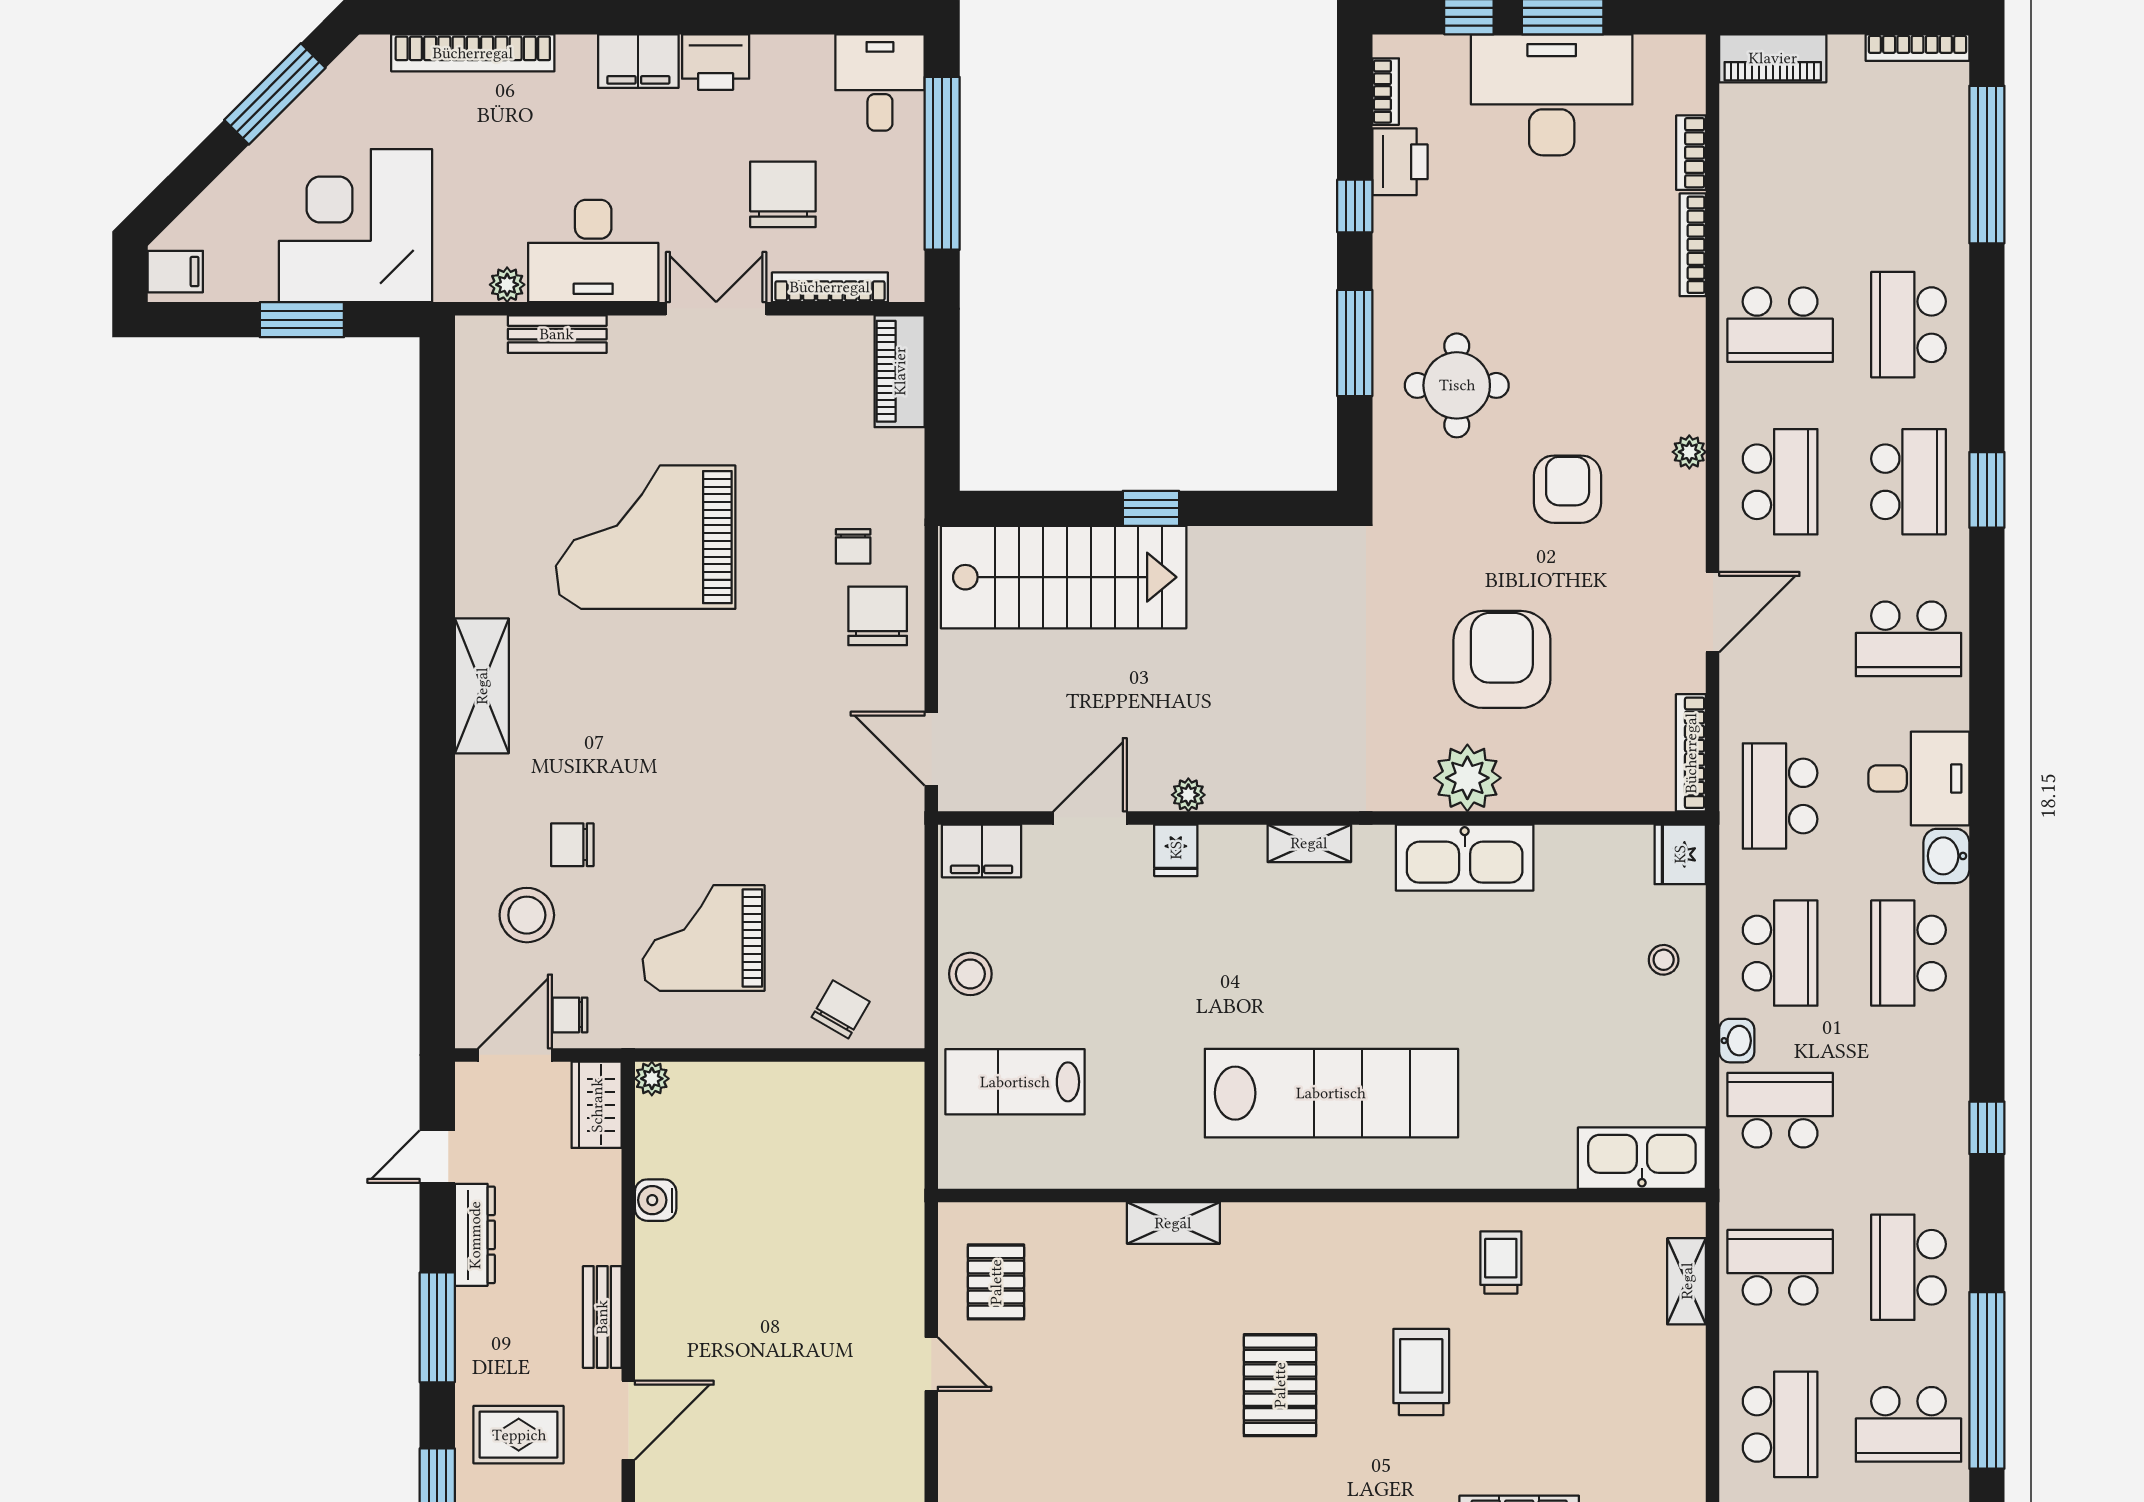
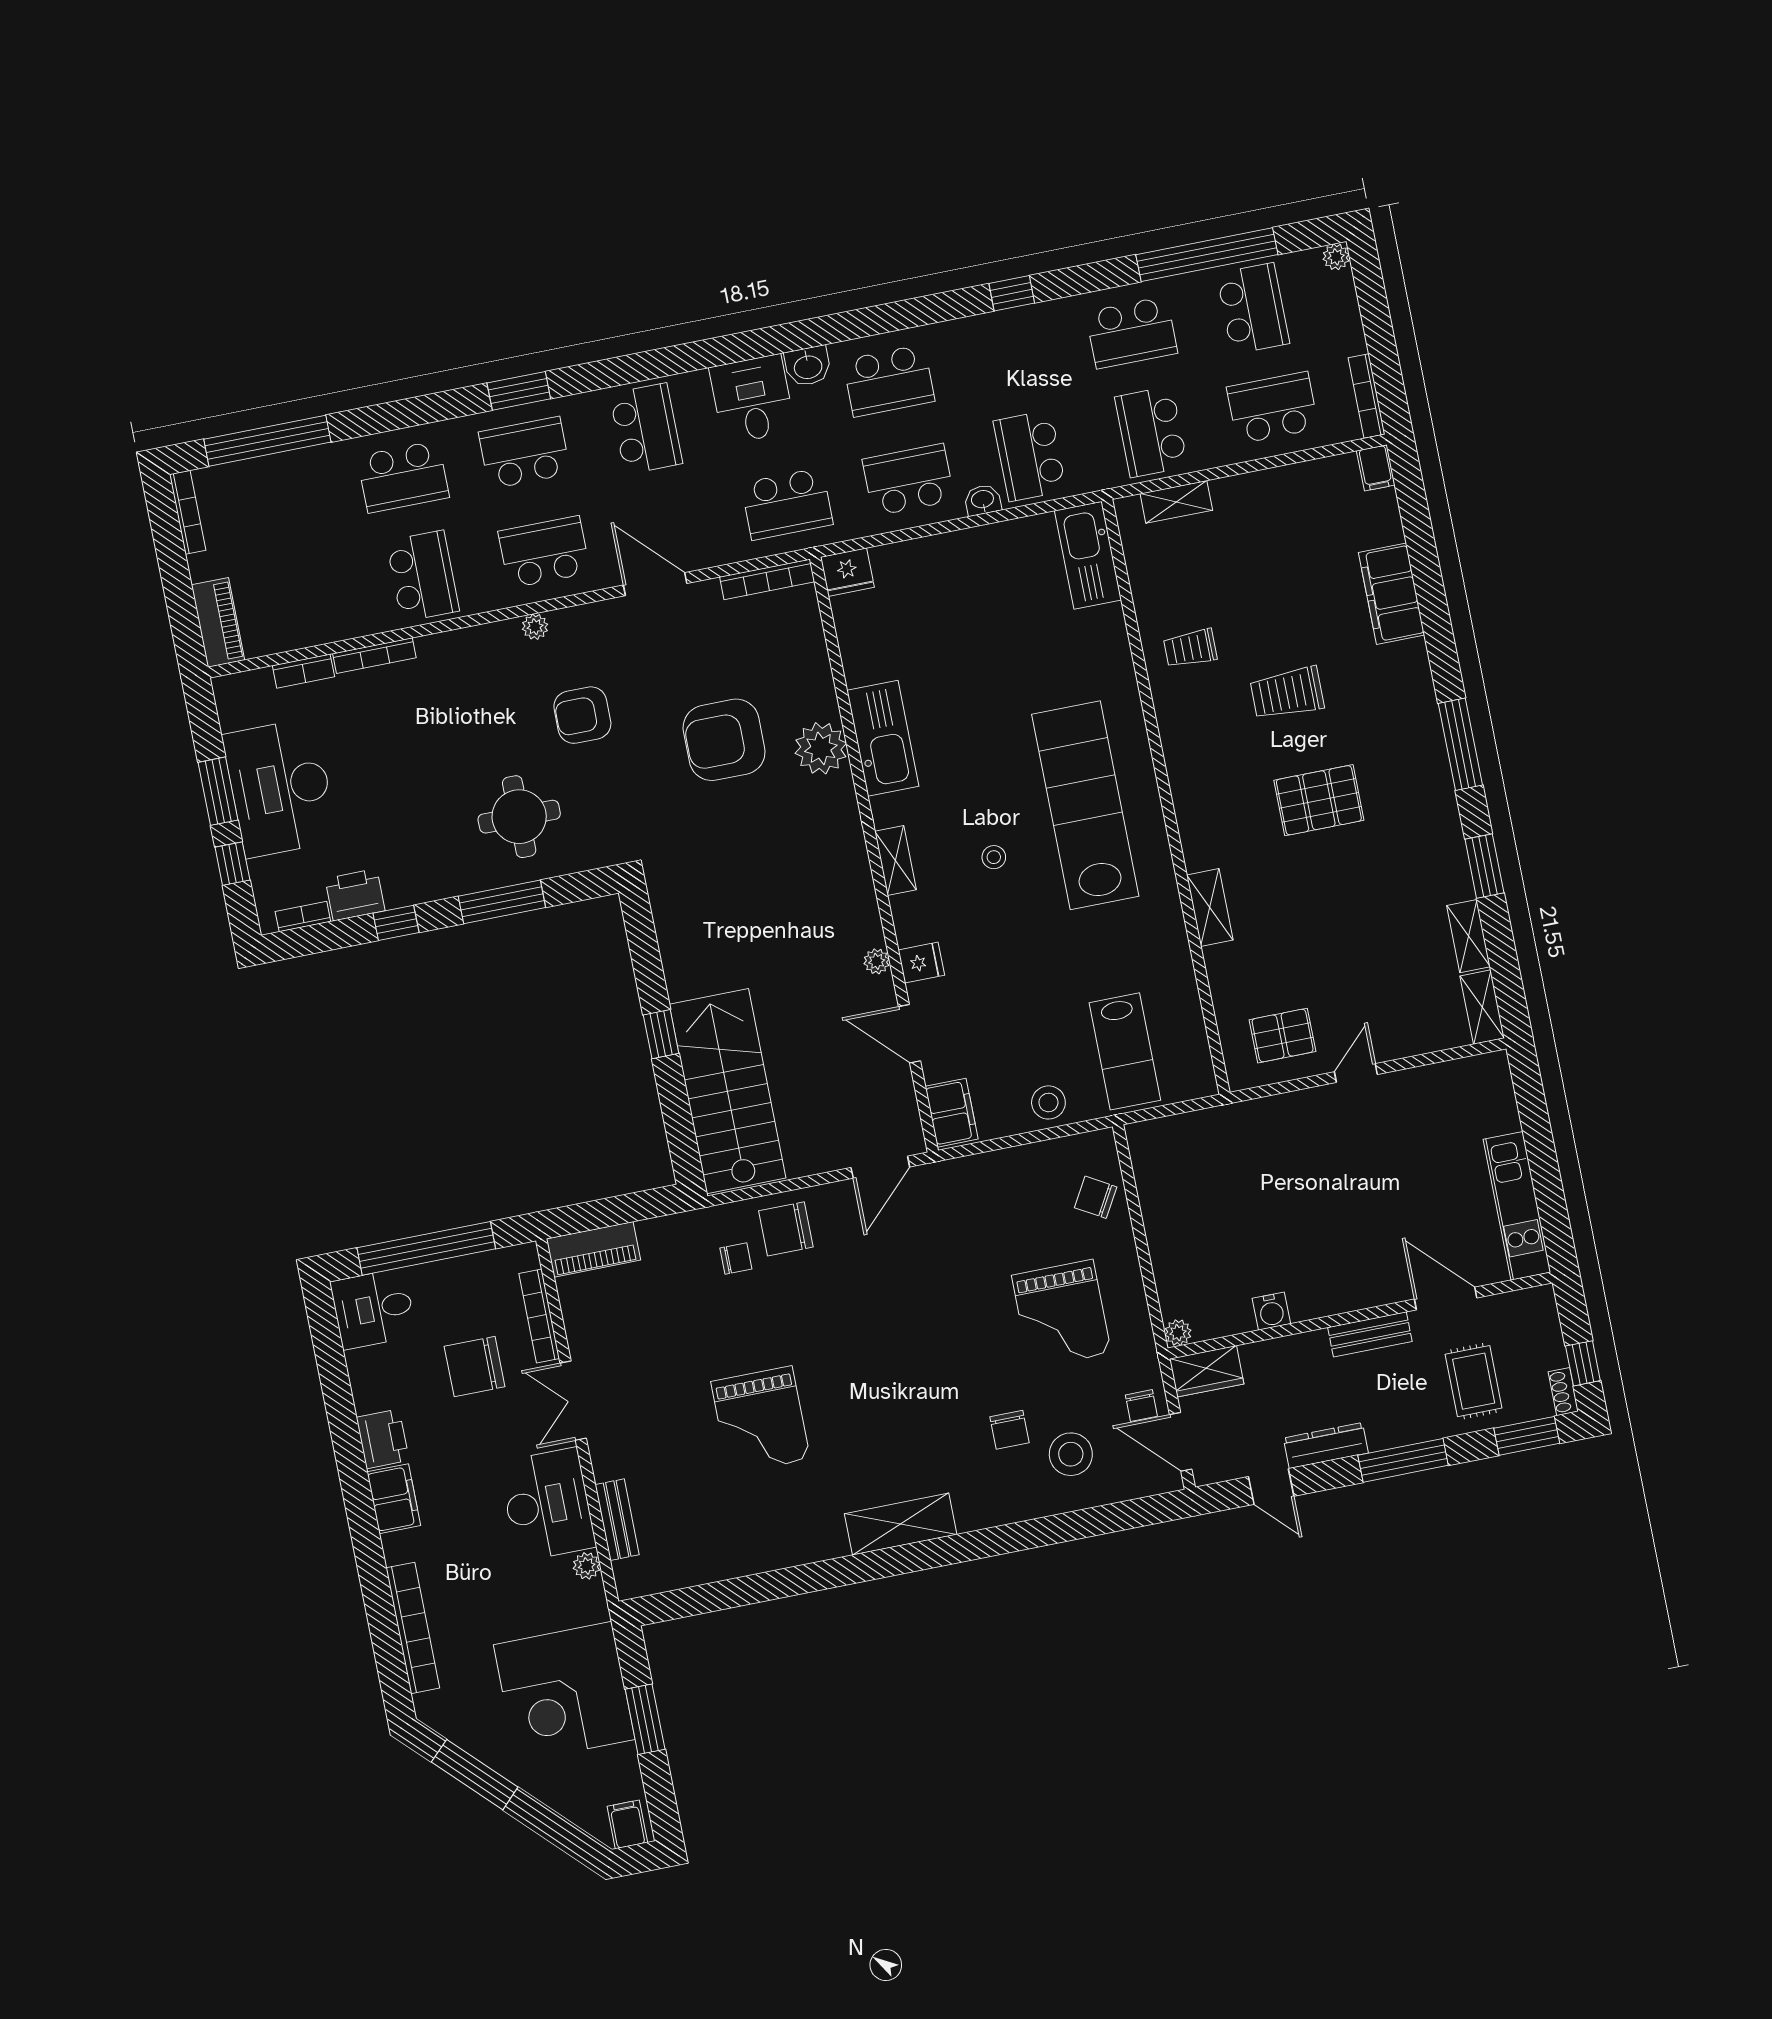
grand piano: (646, 537) -> (761, 1420), width x0.73, depth x0.68
stool: (1664, 960) -> (994, 857), moved

